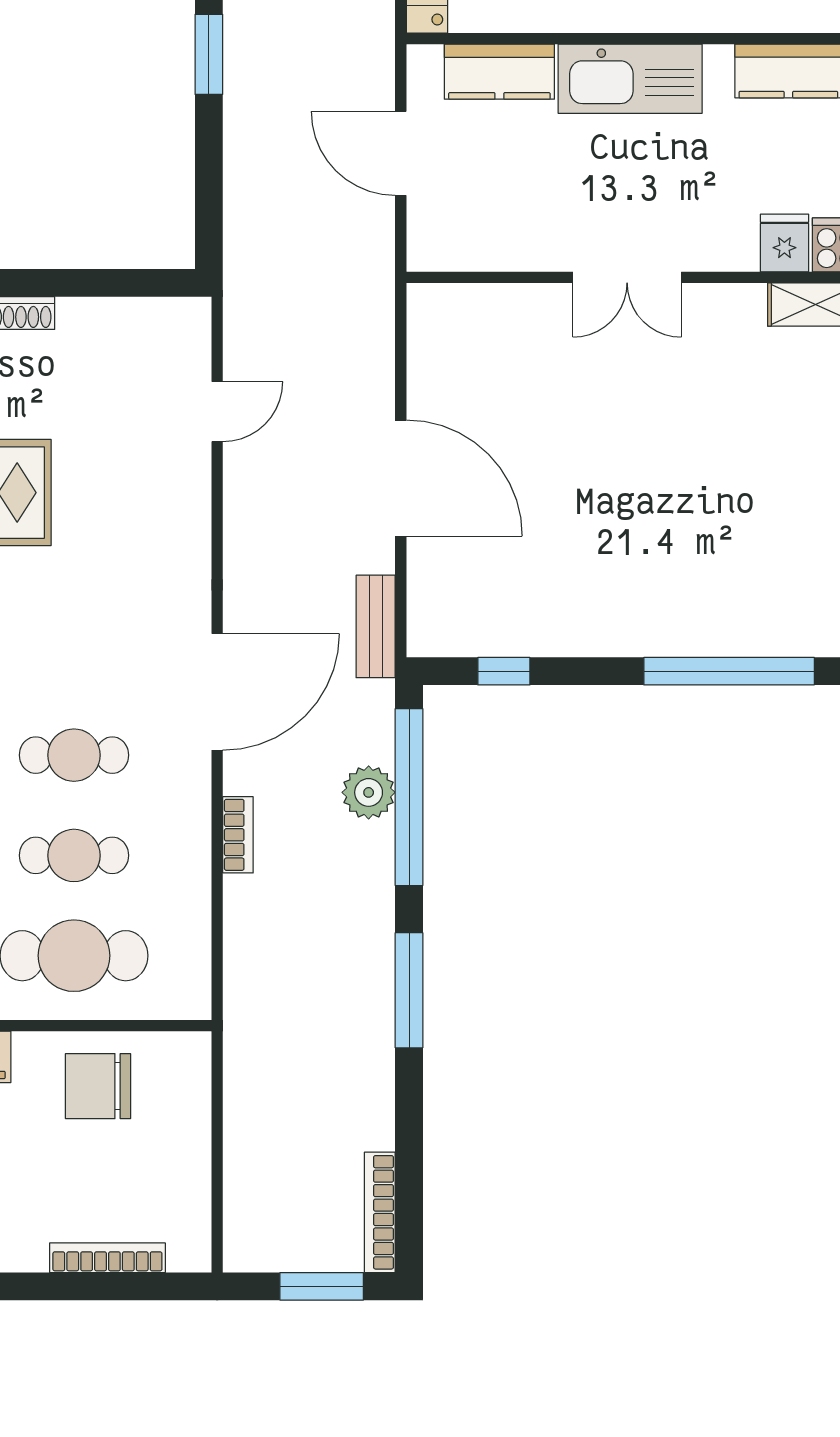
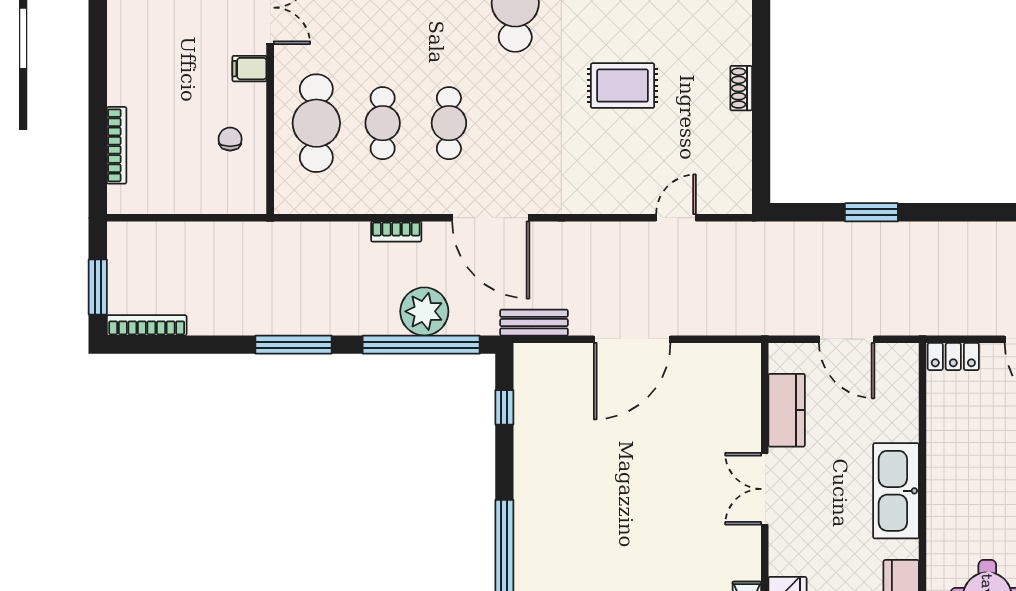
window: (209, 54) -> (871, 212), moved
kitchen counter: (499, 72) -> (787, 410), moved, turned 180
door: (401, 153) -> (847, 339), swing flipped
door: (217, 412) -> (676, 218), swing flipped
plant: (369, 792) -> (424, 311), width x1.36, depth x1.36
chair: (98, 1086) -> (230, 139), width x0.54, depth x0.54

